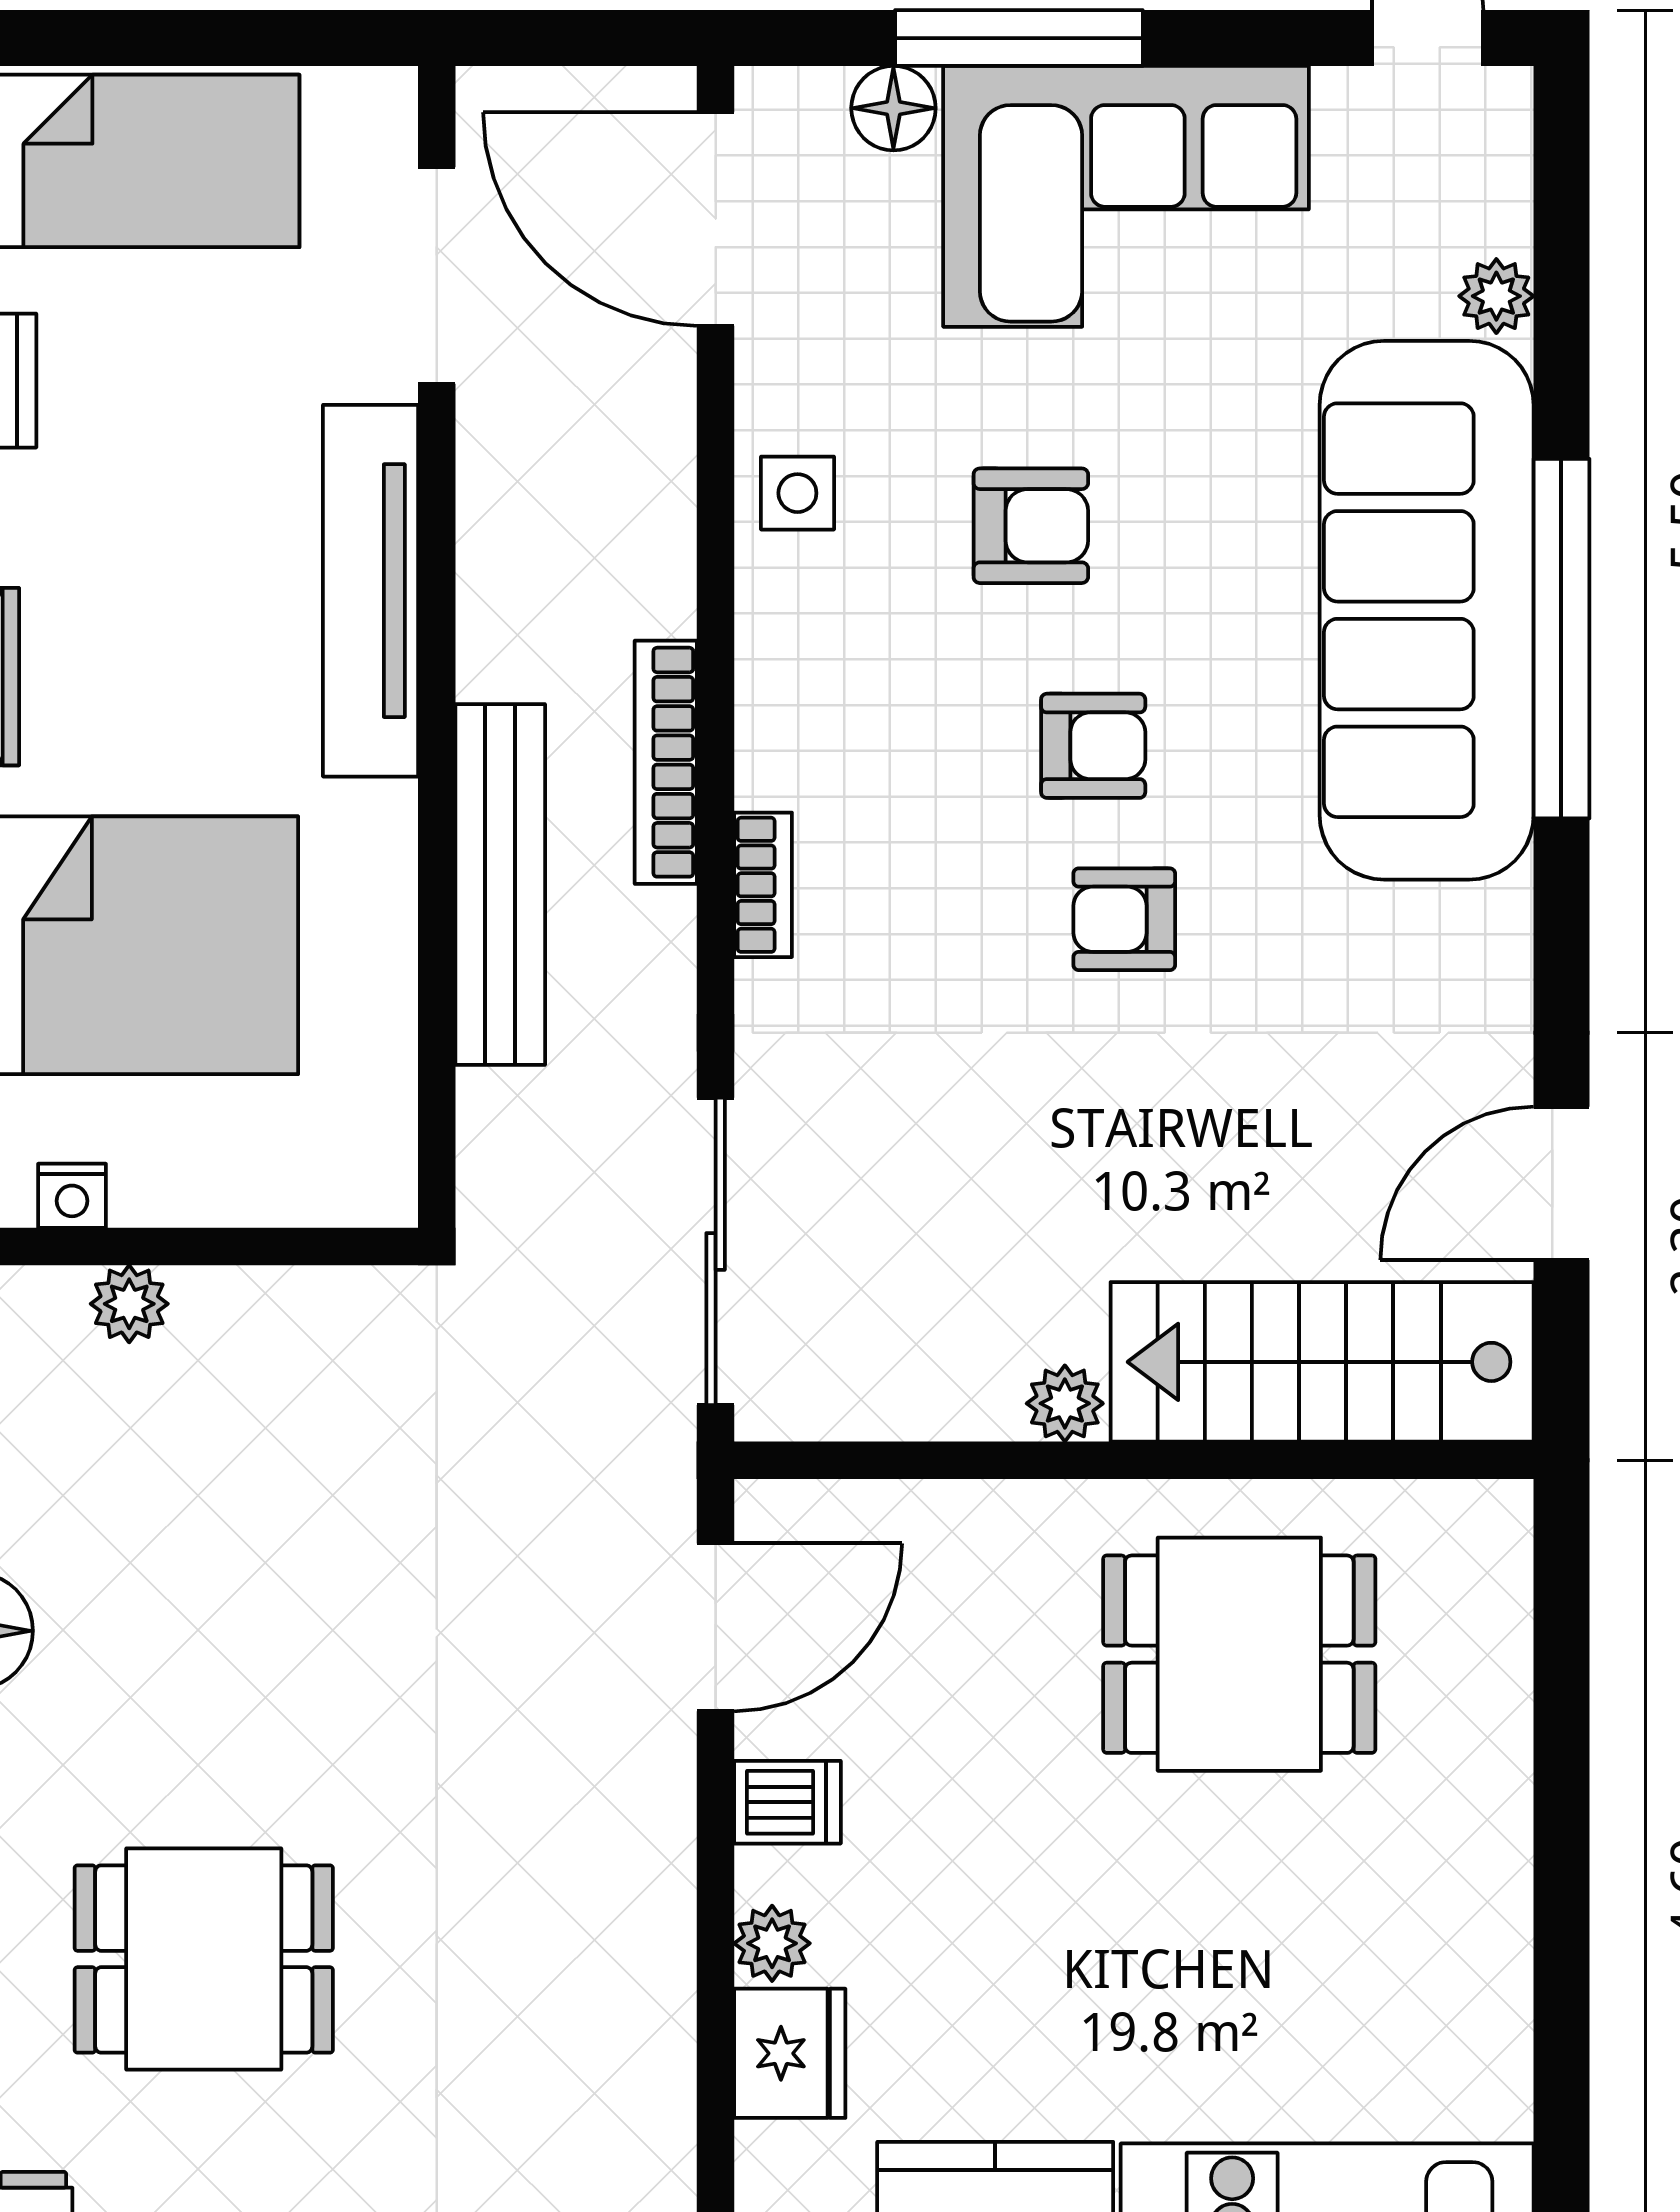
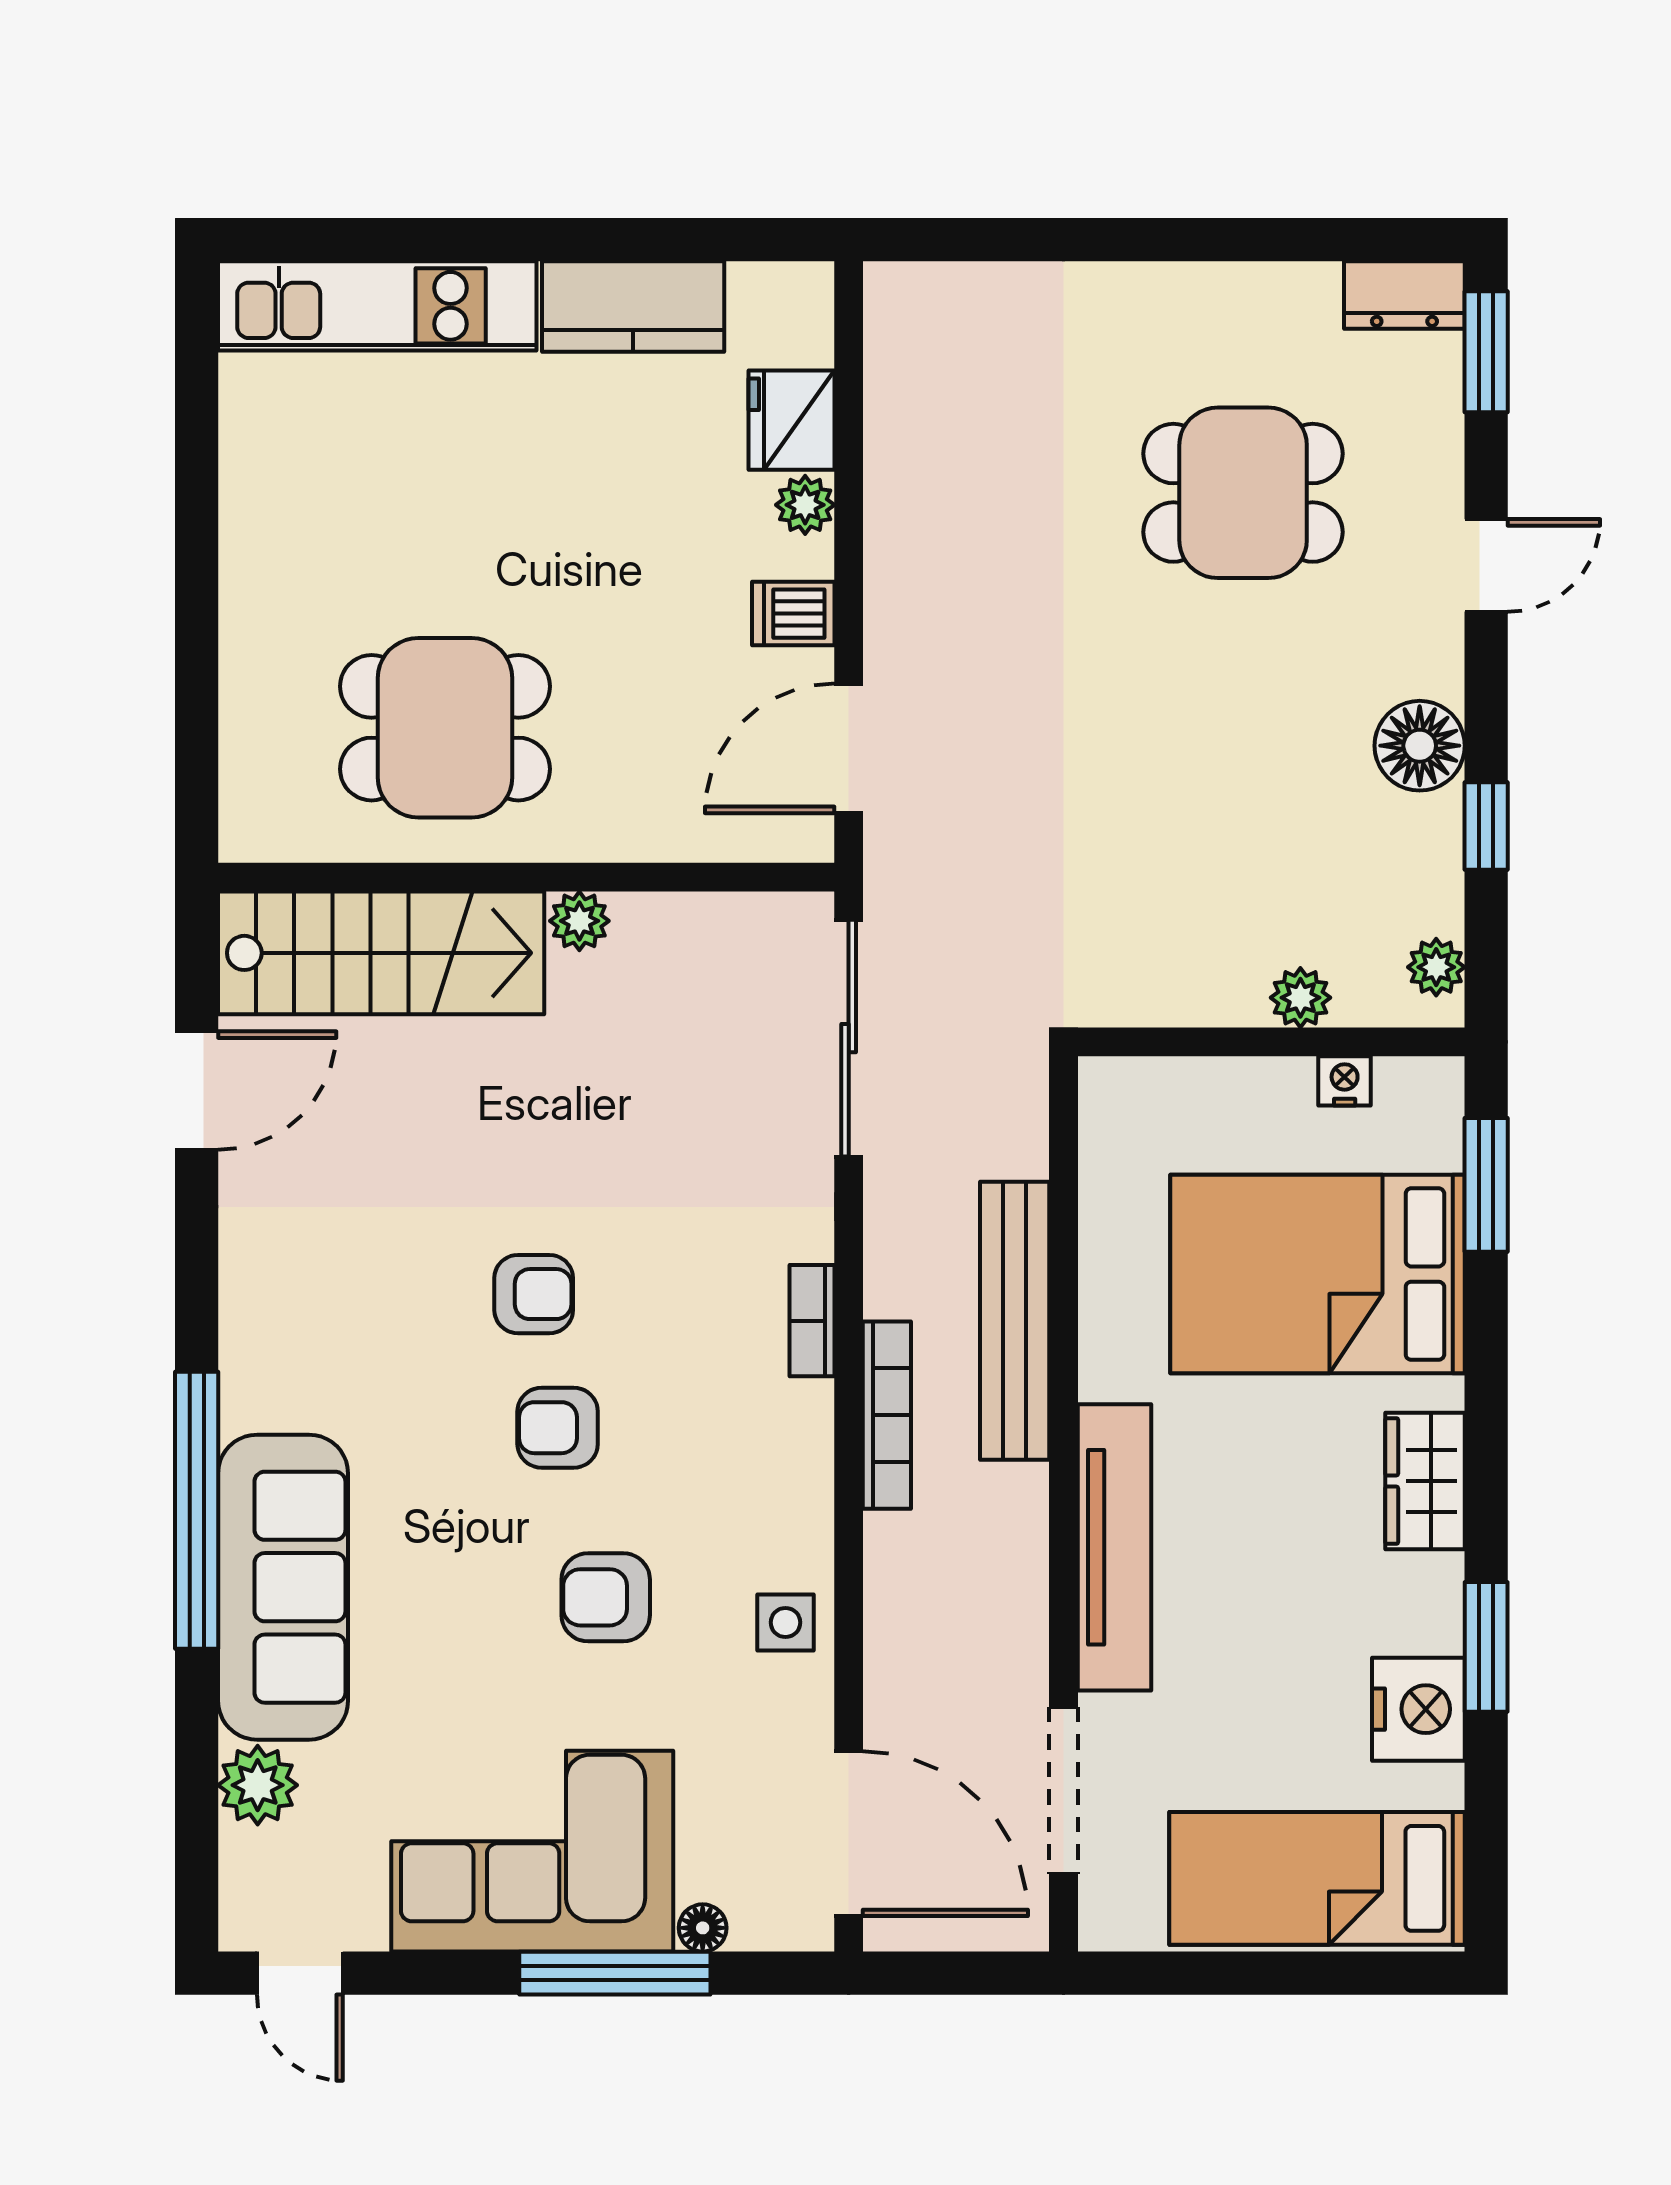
floor lamp: (893, 108) -> (703, 1928), width x0.73, depth x0.73
plant: (1496, 296) -> (258, 1785), width x1.38, depth x1.38
sofa: (1427, 610) -> (283, 1587), width x0.74, depth x0.79

